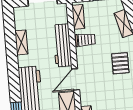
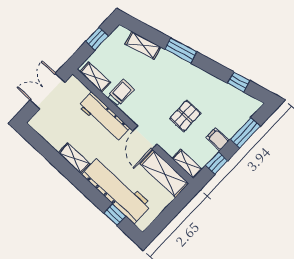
shelving: (21, 42) -> (74, 158), moved
pallet: (120, 63) -> (185, 116), moved, turned 90

